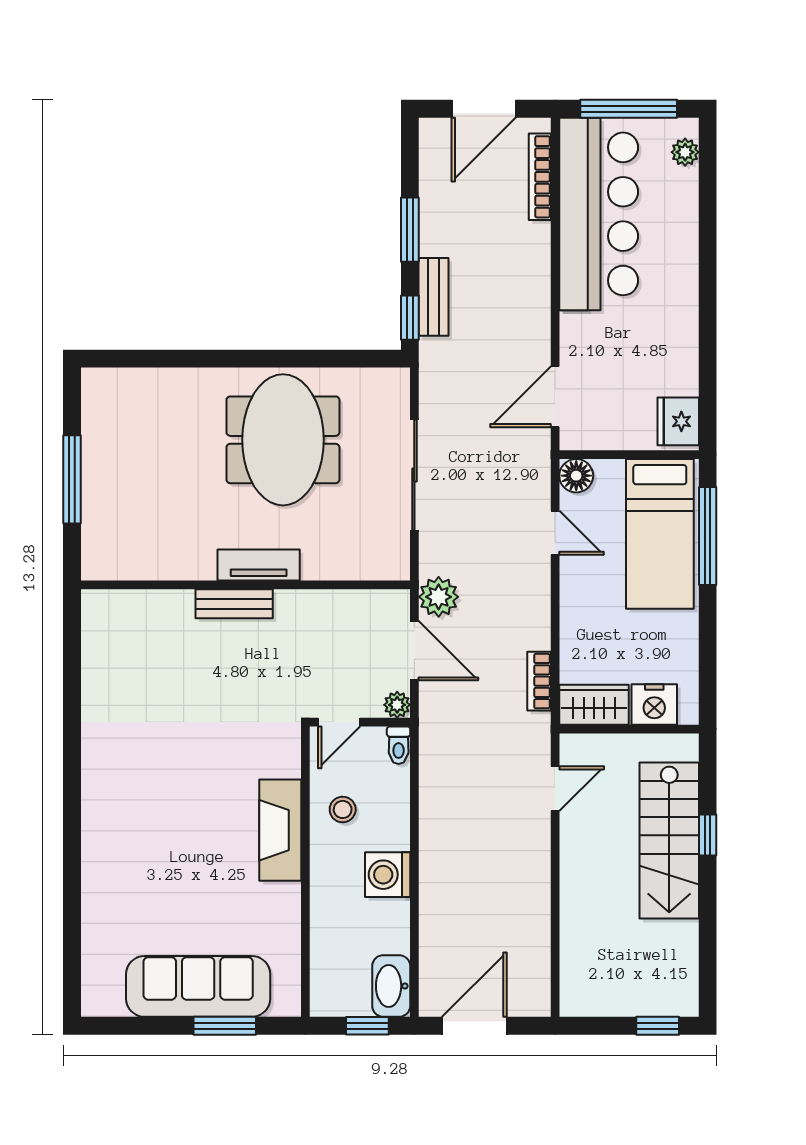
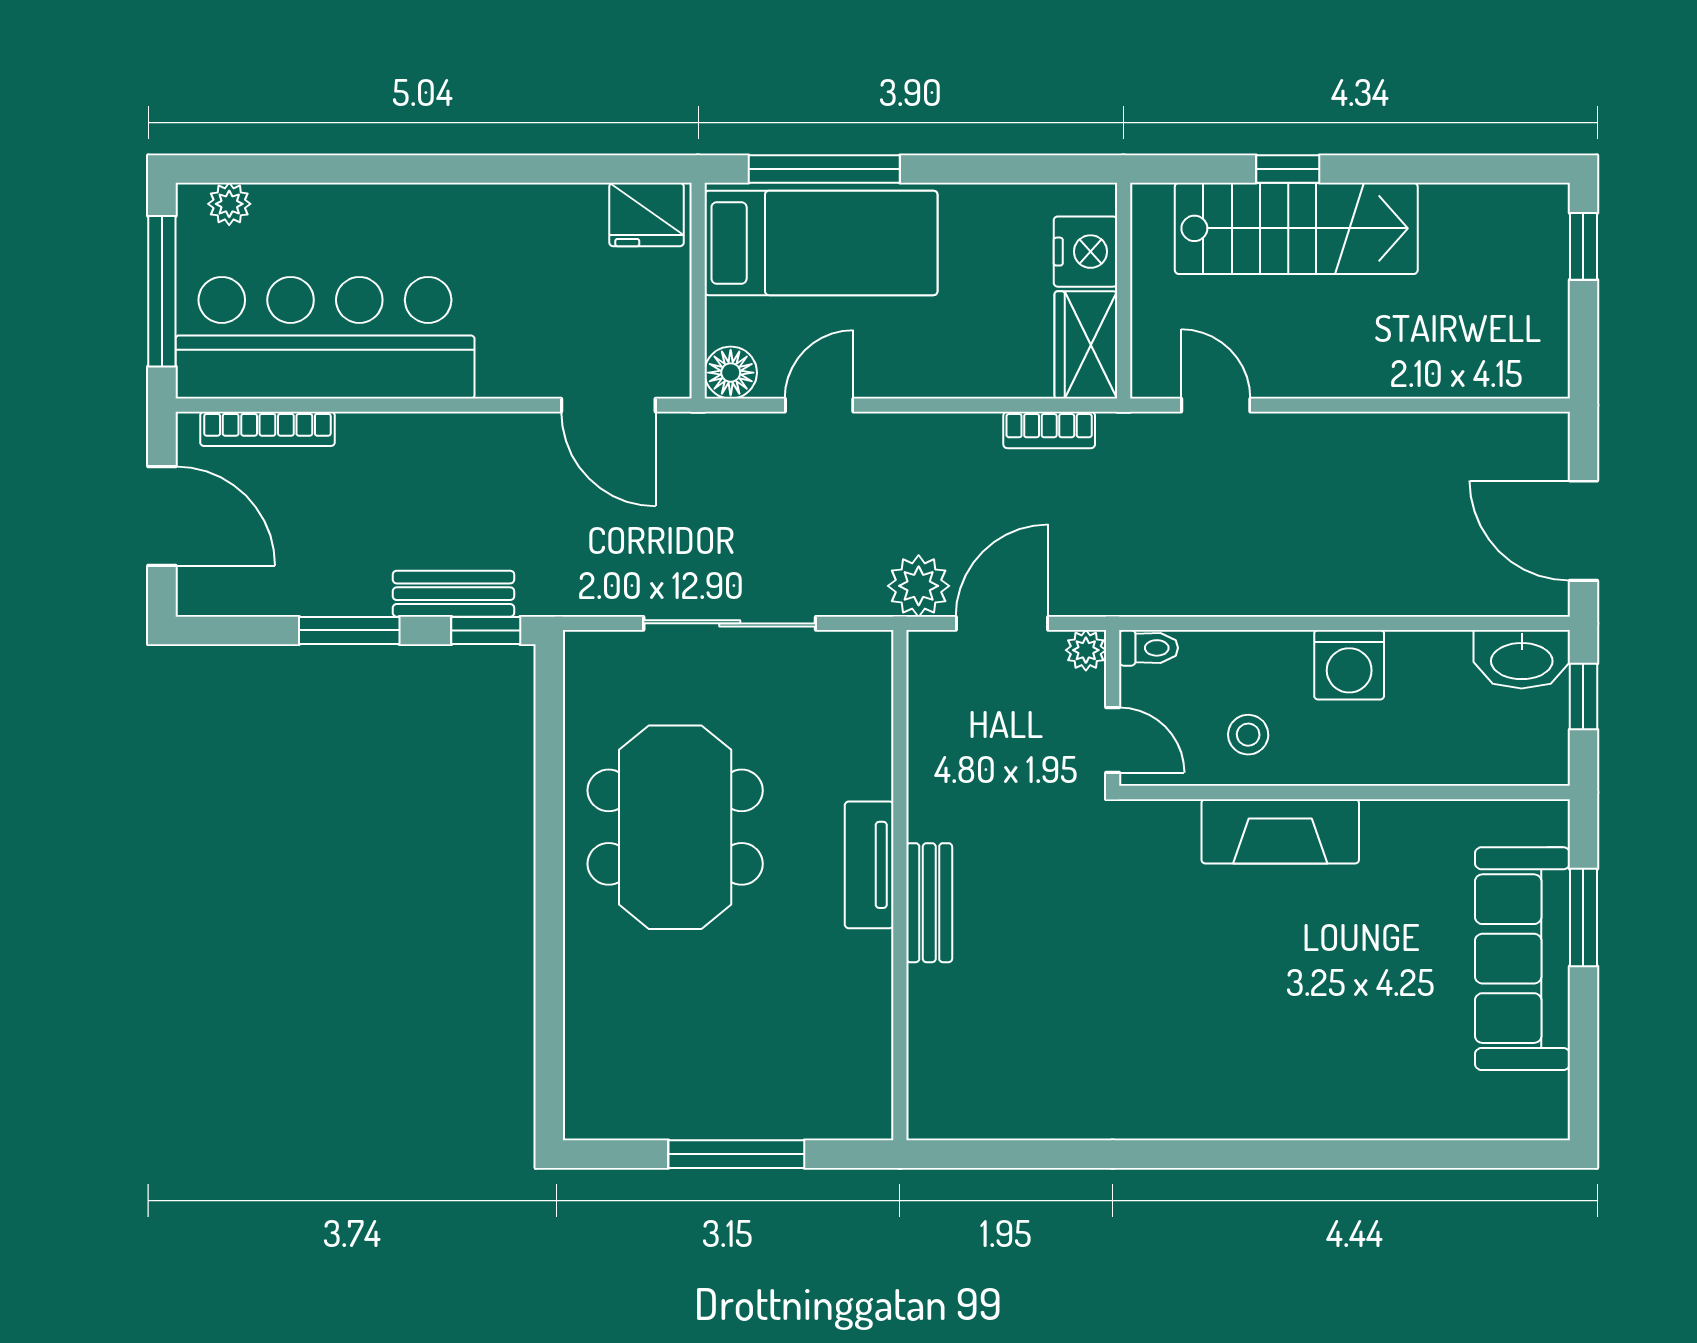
meeting table: (283, 440) -> (675, 827), turned 90

